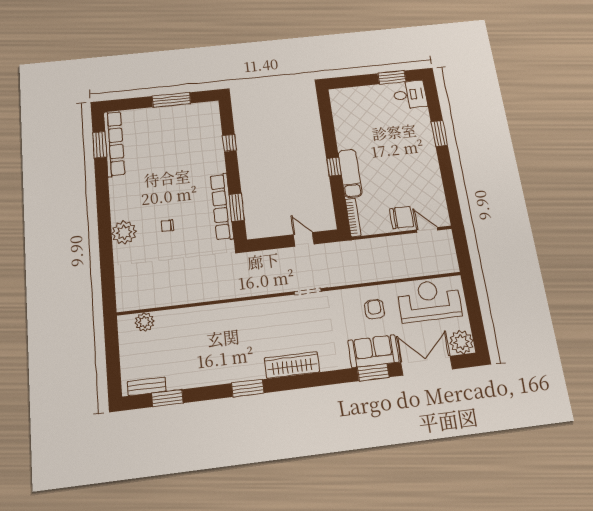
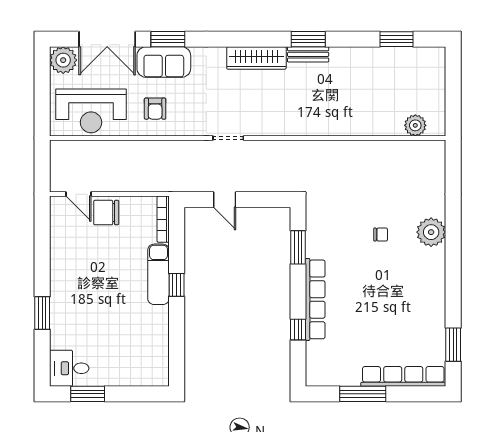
row of seats: (114, 144) -> (403, 376), moved, turned 90
row of seats: (222, 207) -> (315, 299), moved
bench: (147, 386) -> (308, 54), moved

